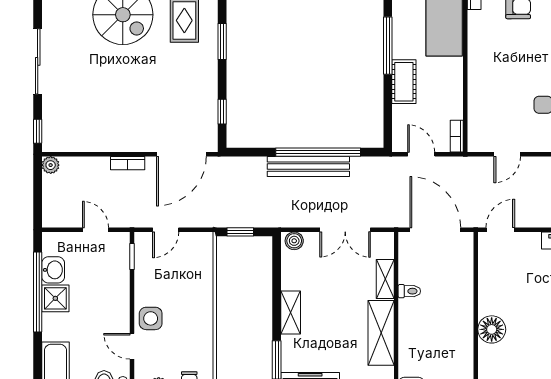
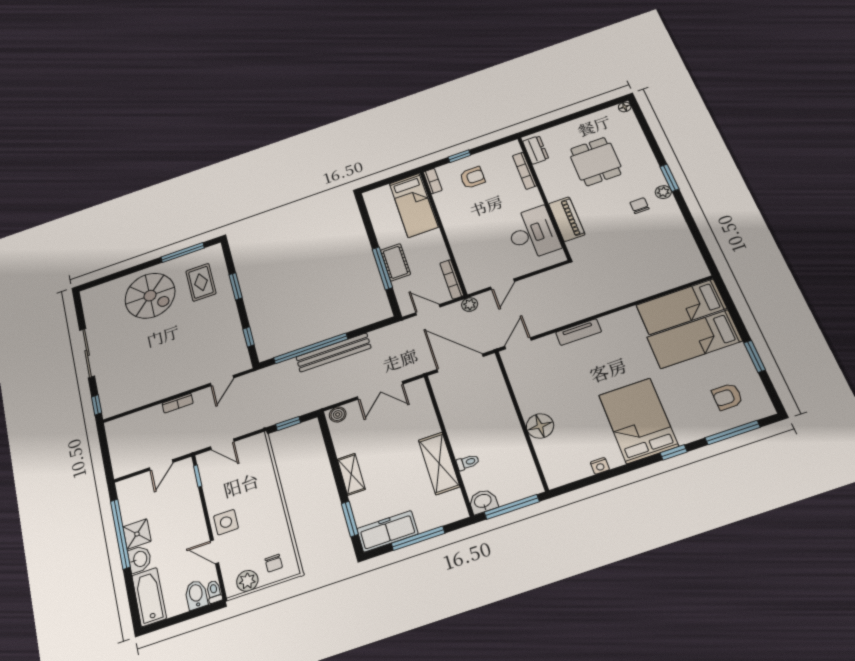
window: (388, 46) -> (382, 268), moved
bookcase: (457, 136) -> (452, 279), width x1.56
window: (318, 152) -> (311, 348), moved
door: (181, 154) -> (222, 381), width x0.53
plant: (51, 165) -> (470, 304), moved
door: (96, 230) -> (161, 465), swing flipped
door: (166, 230) -> (222, 444), hinge flipped
washbasin: (53, 270) -> (140, 559), moved
shelving: (385, 279) -> (428, 418), removed
toilet: (409, 291) -> (468, 462), moved

